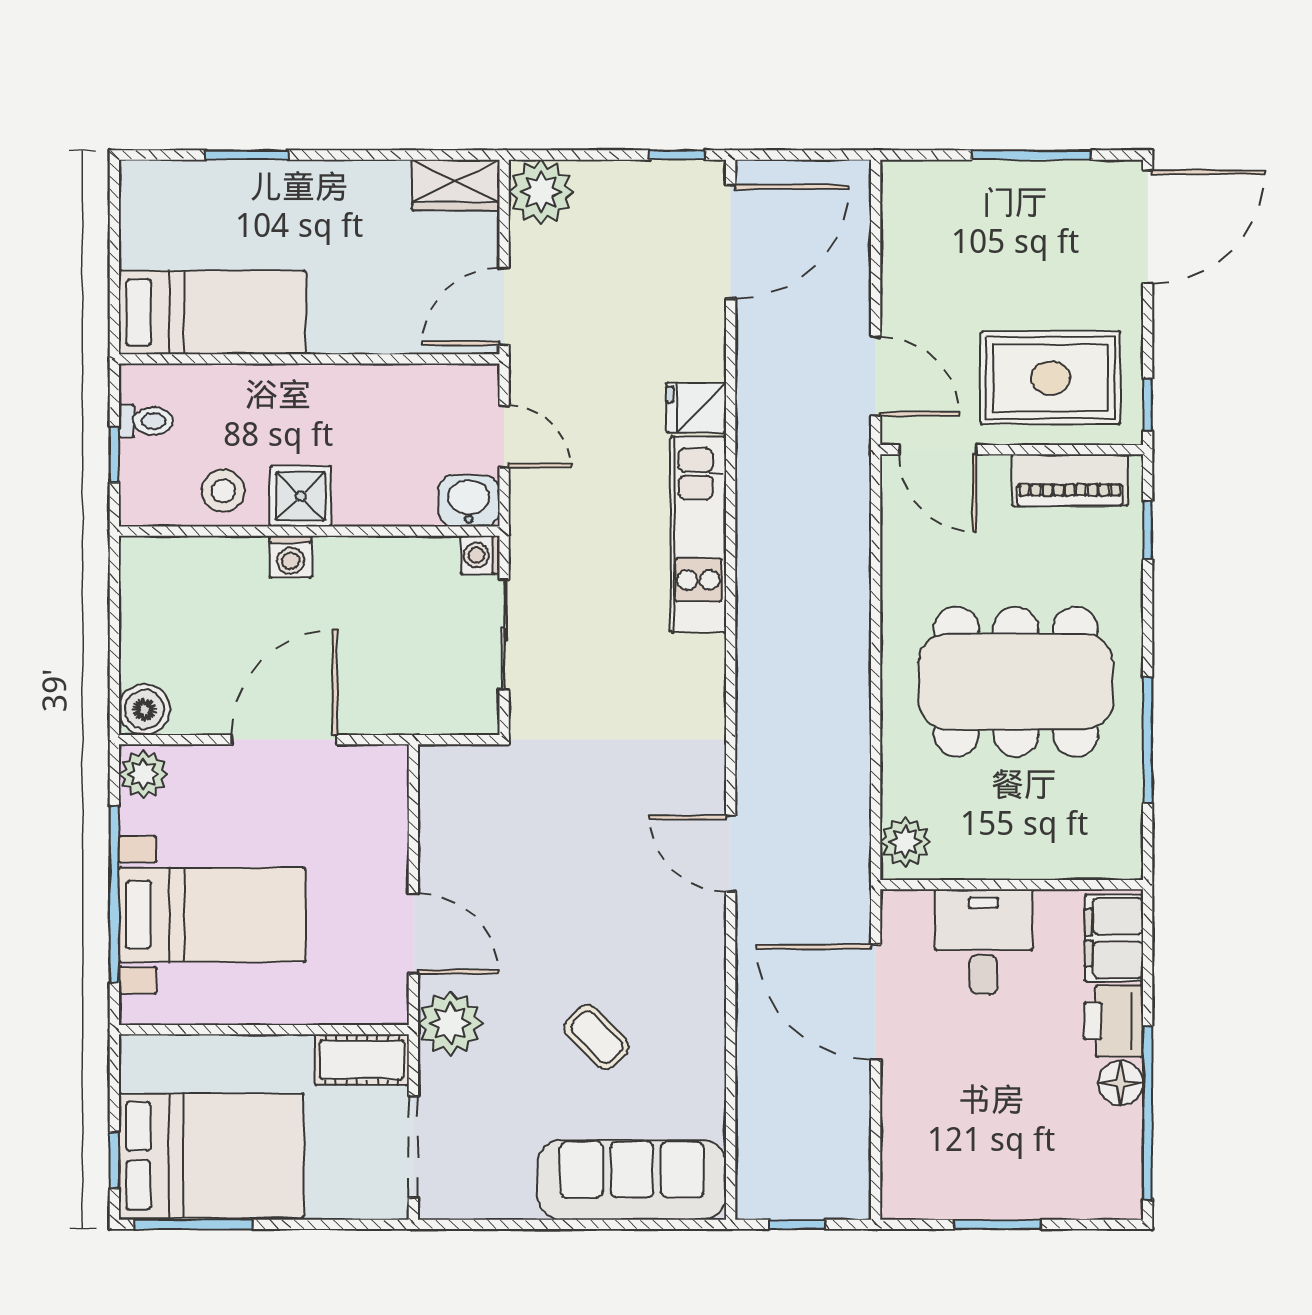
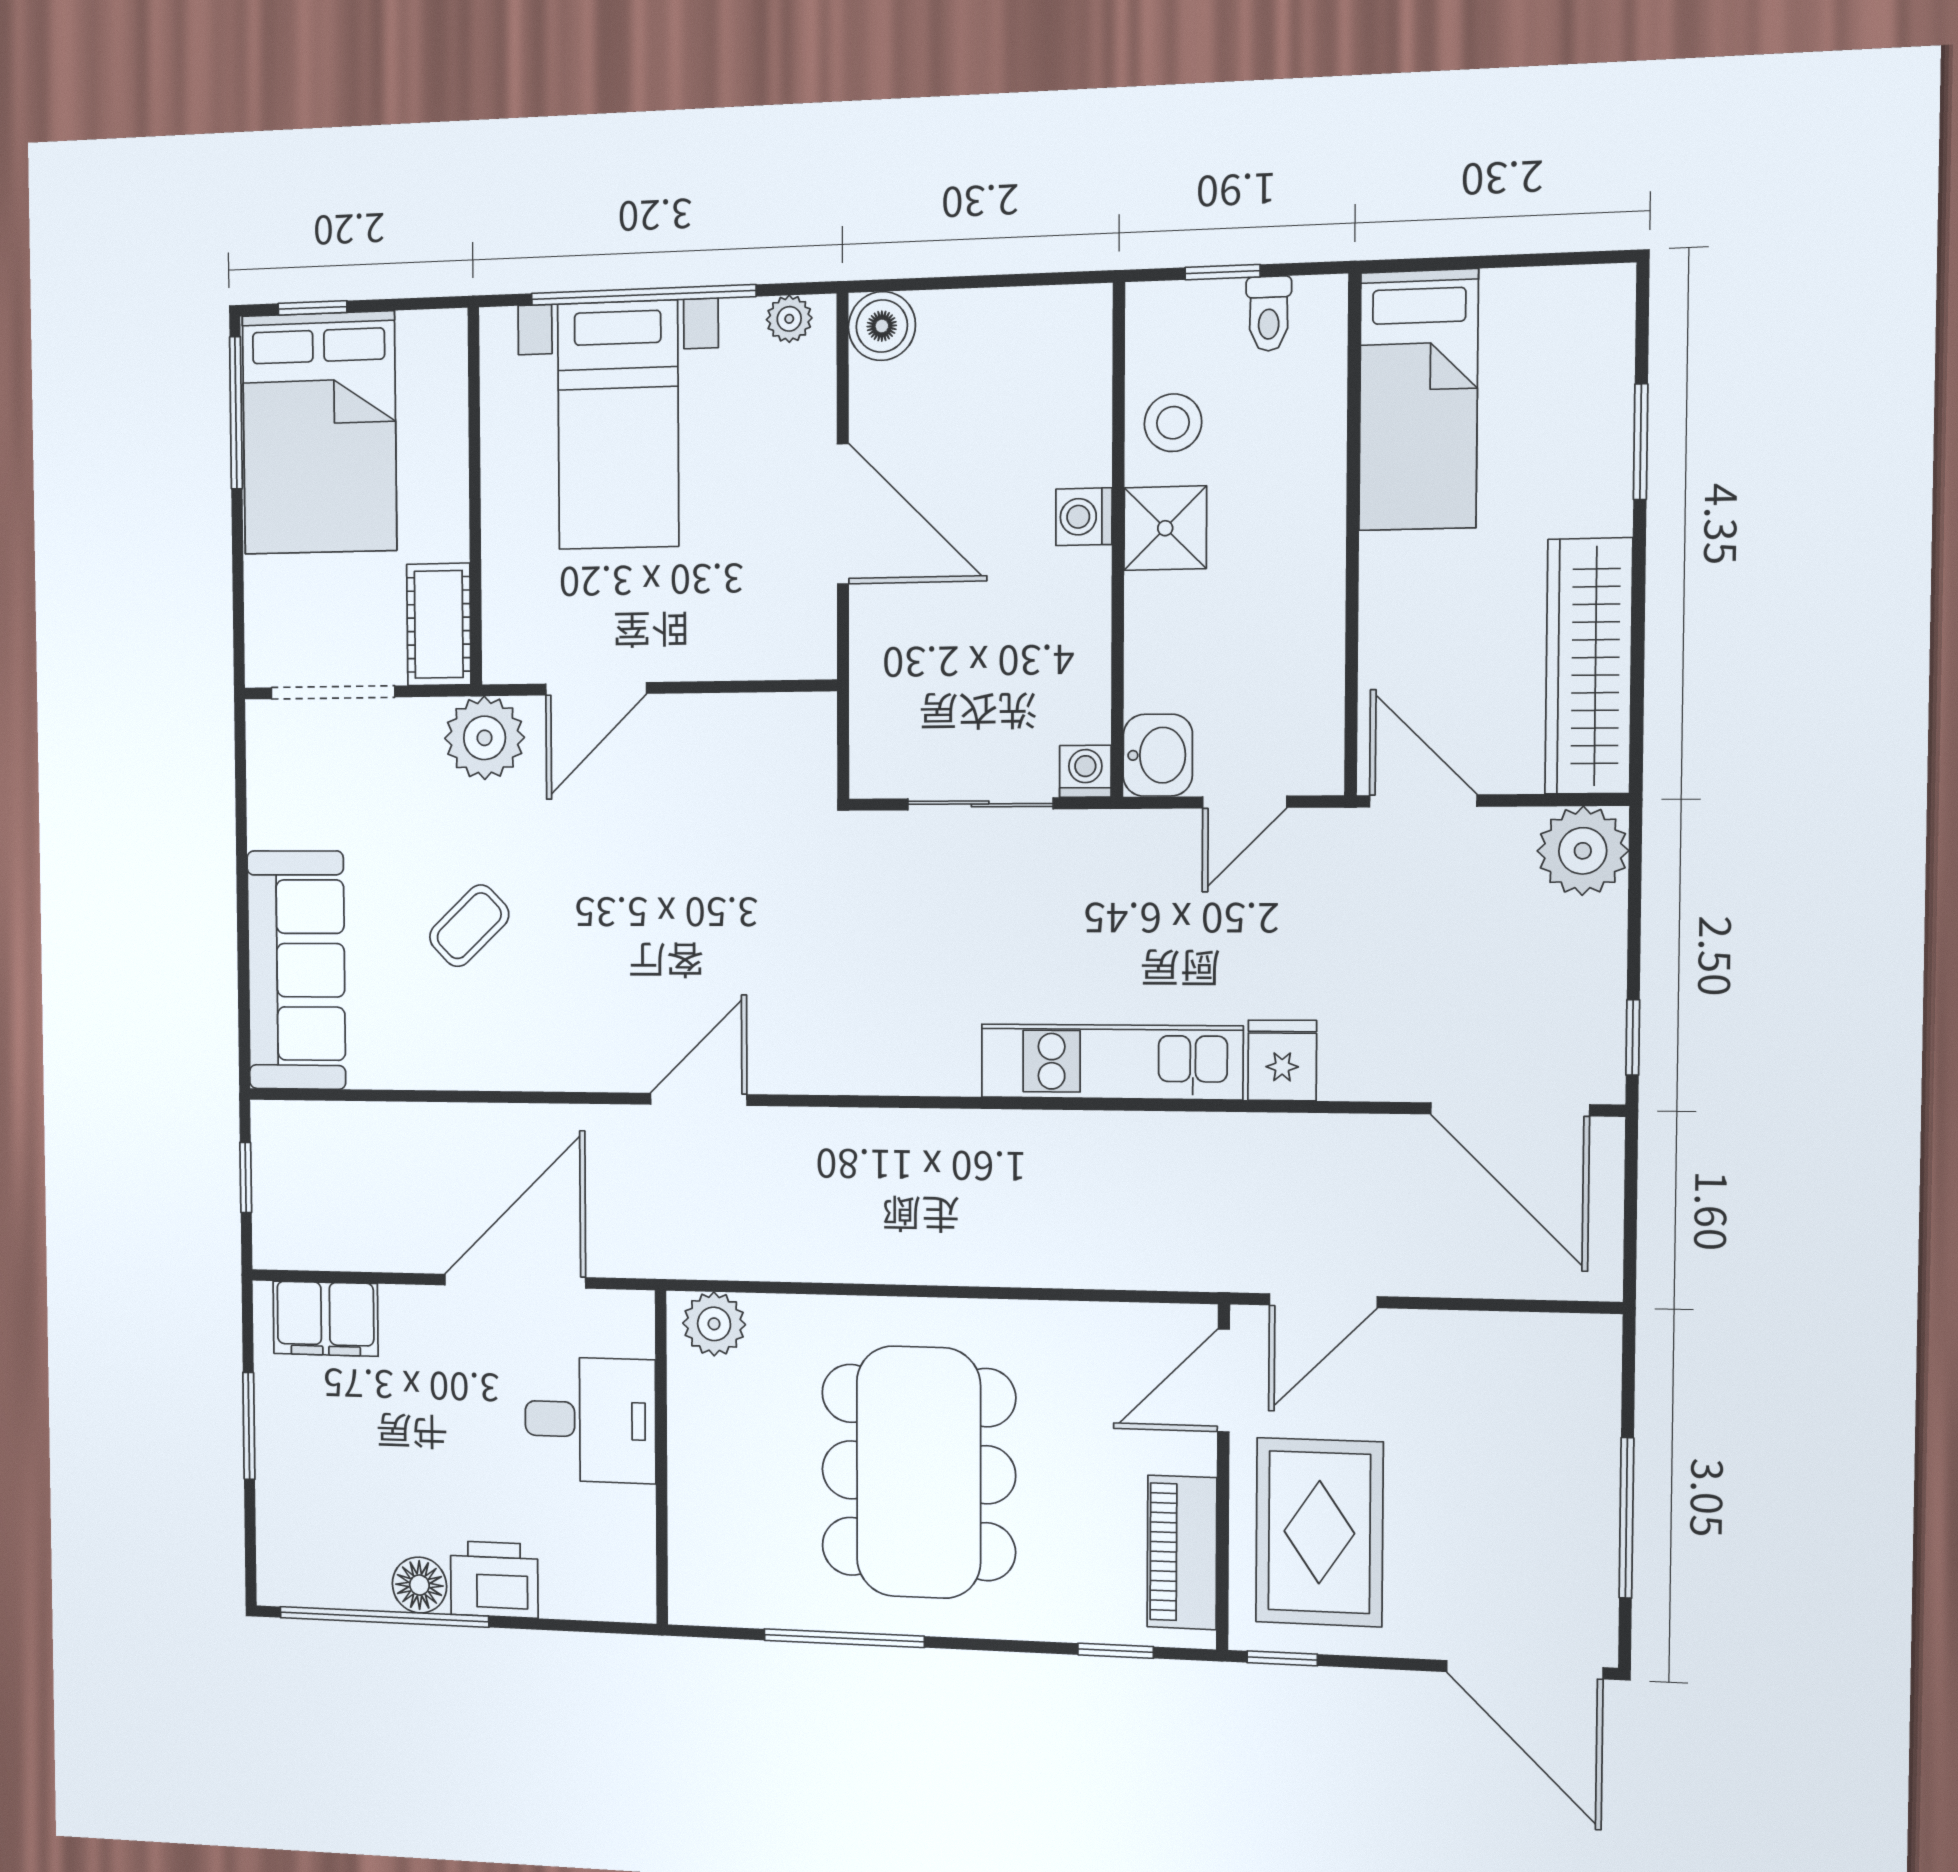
wardrobe: (456, 185) -> (1589, 666), width x2.10, depth x1.17
plant: (143, 774) -> (789, 319), width x0.73, depth x0.73
filing cabinet: (1114, 938) -> (325, 1319), moved, turned 180

